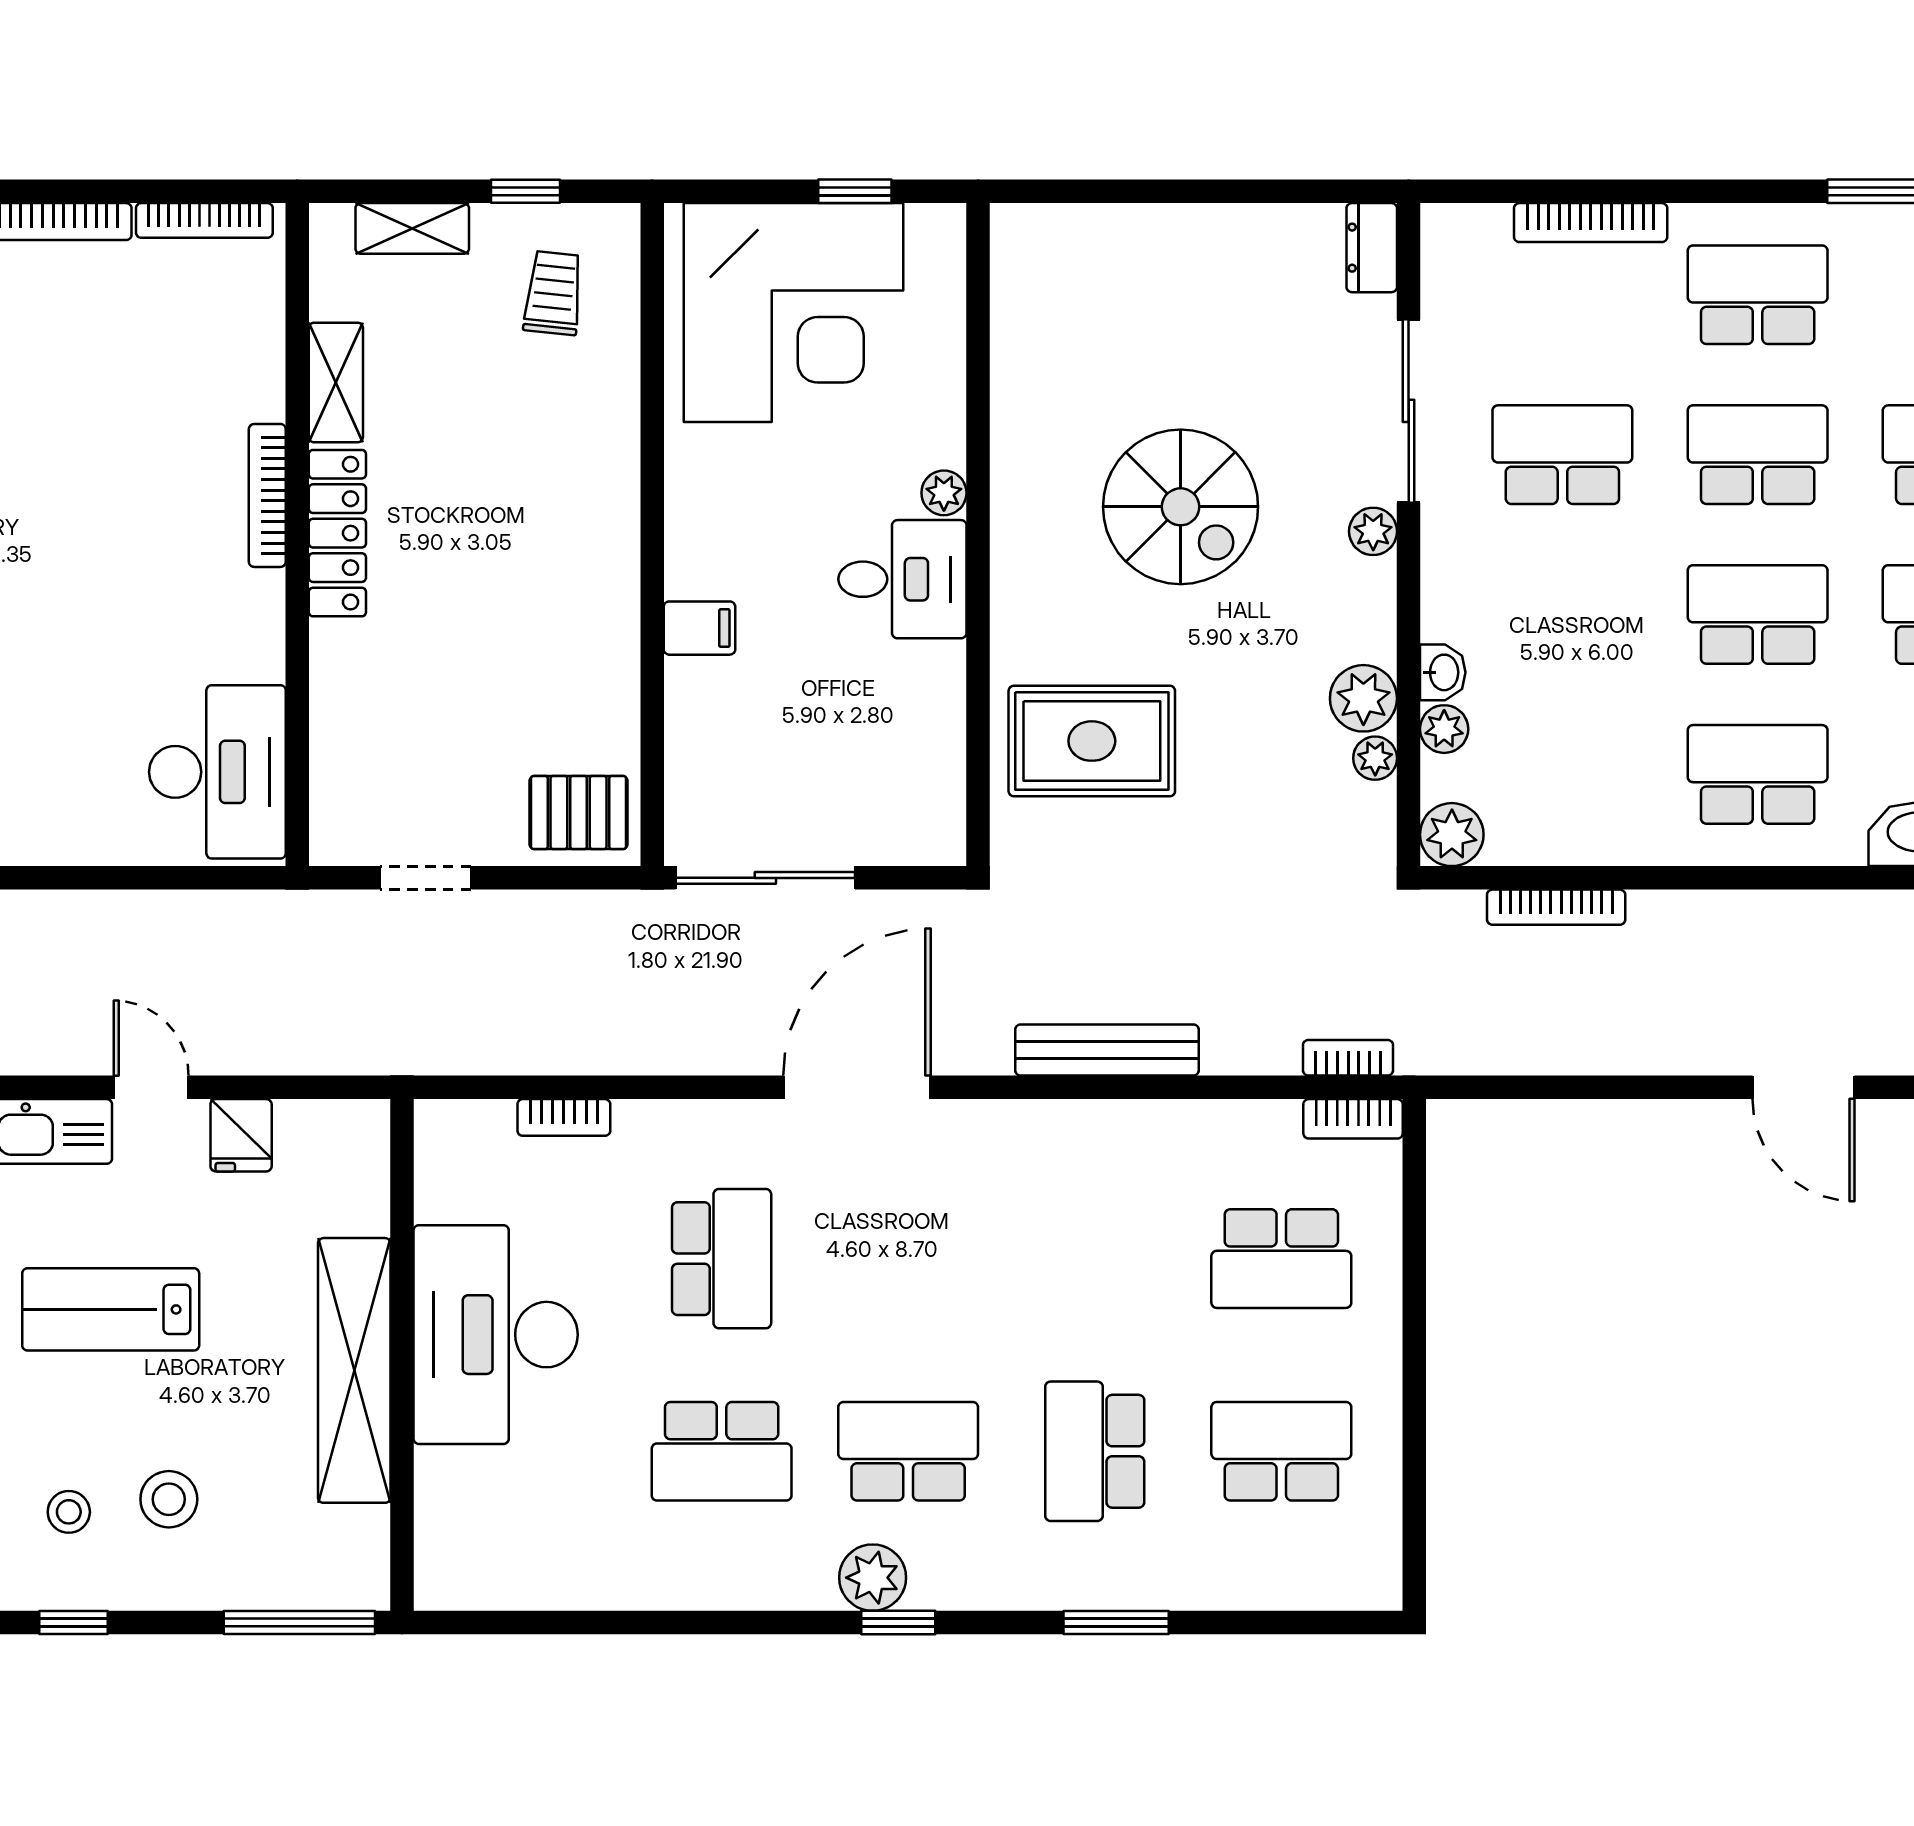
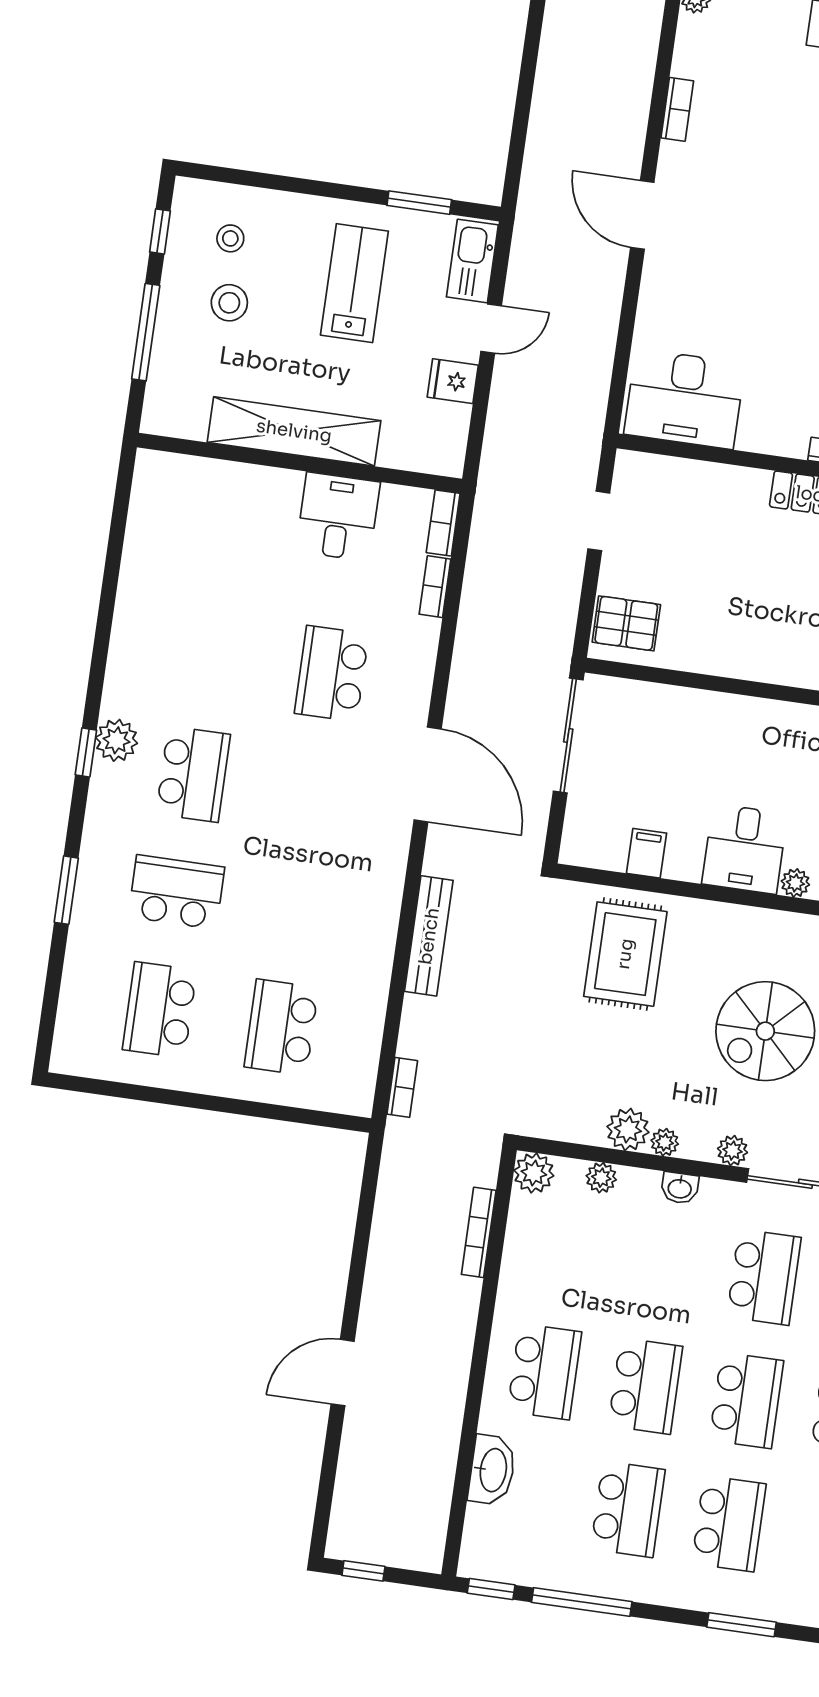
filing cabinet: (699, 628) -> (647, 853), moved, turned 180
washbasin: (1443, 672) -> (680, 1188), moved
plant: (1375, 758) -> (665, 1142), moved
pallet: (579, 813) -> (626, 623), turned 90
bookcase: (1353, 1119) -> (443, 523), moved
school desk: (722, 1259) -> (332, 674), turned 90
desk: (496, 1335) -> (338, 517), width x0.53, depth x0.77
school desk: (722, 1451) -> (210, 656), removed
school desk: (1281, 1451) -> (160, 1010), turned 180
window: (299, 1623) -> (146, 332), moved

